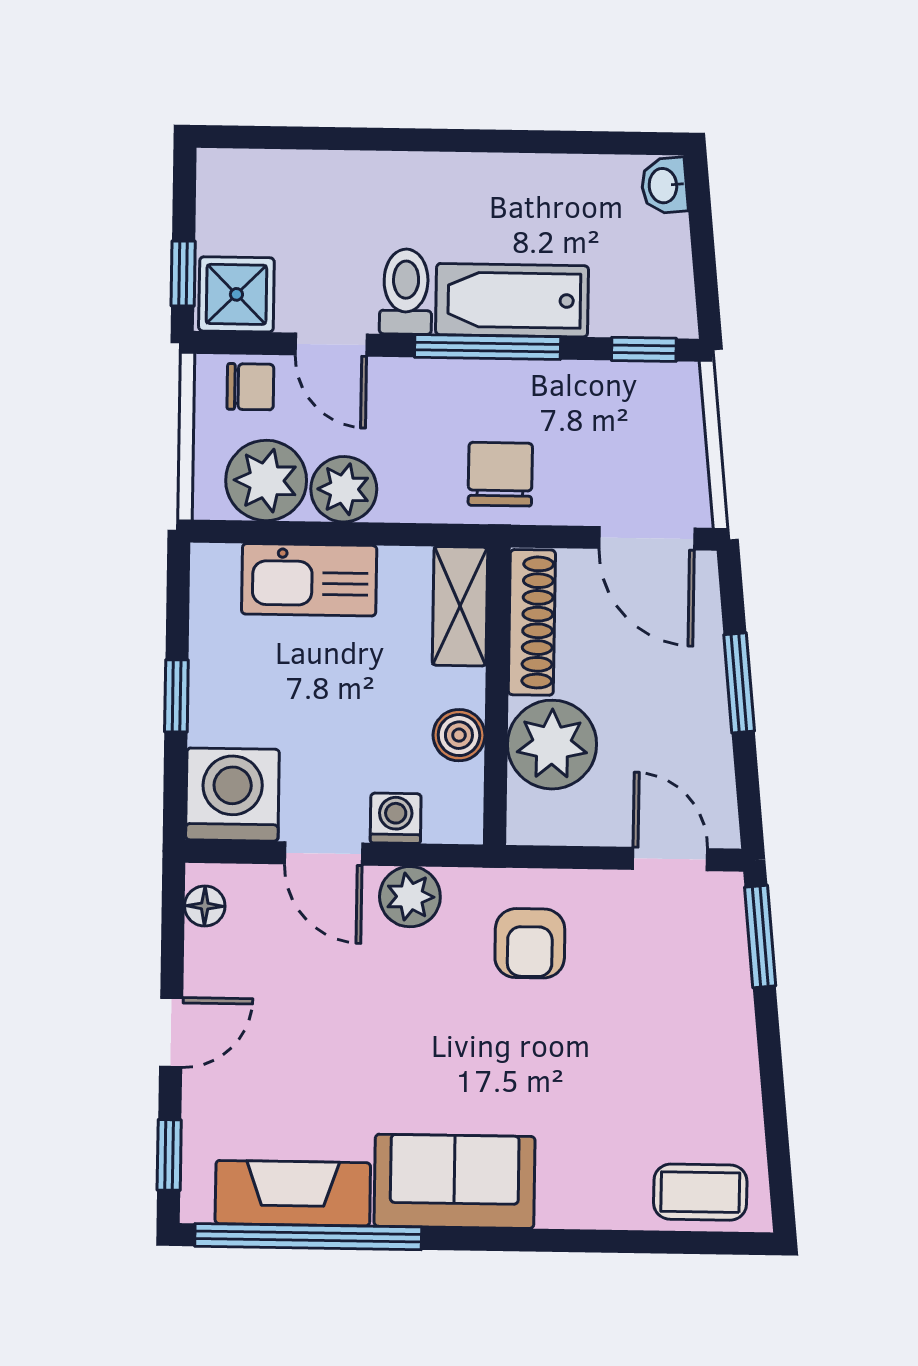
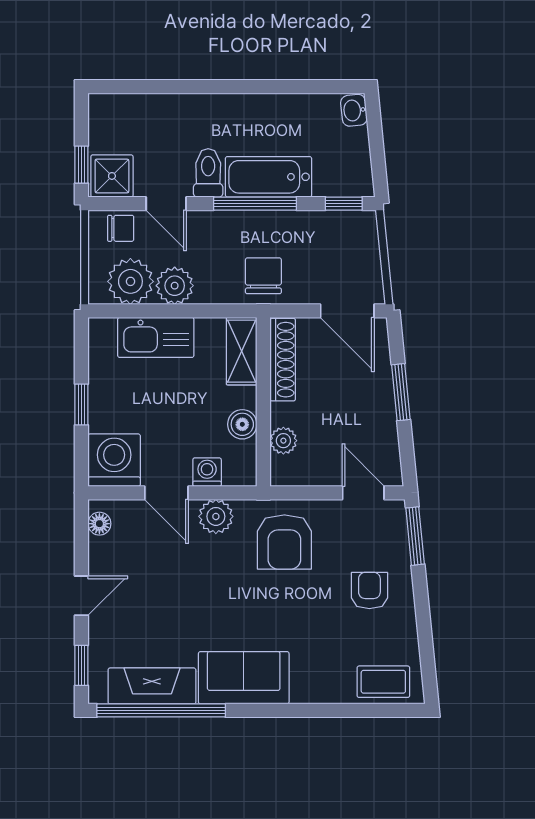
plant: (552, 745) -> (283, 441), width x0.53, depth x0.53
armchair: (530, 943) -> (284, 542), width x1.38, depth x1.38
armchair: (678, 1031) -> (369, 591), added

